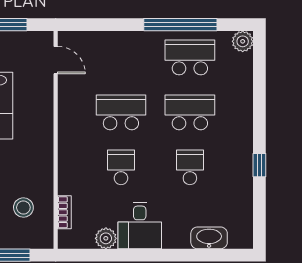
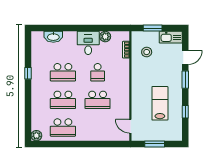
window: (180, 25) -> (68, 144), removed
school desk: (190, 167) -> (63, 72), width x1.85

